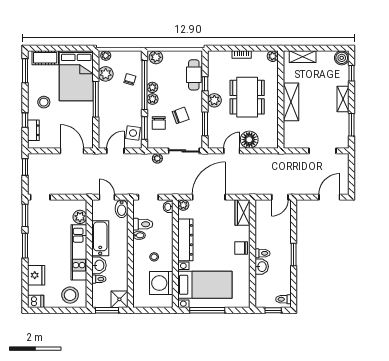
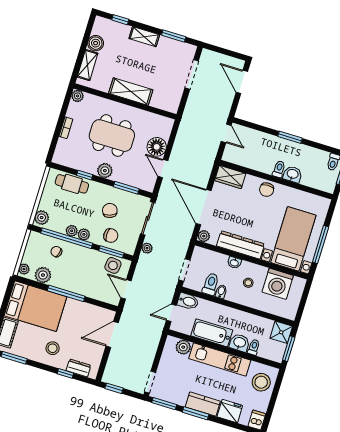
boiler: (342, 58) -> (96, 43), moved
washbasin: (168, 207) -> (234, 263), moved
kitchen counter: (35, 249) -> (203, 404), added

